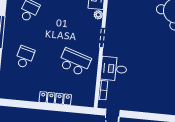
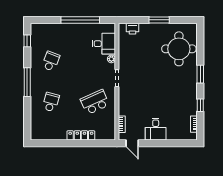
school desk: (75, 62) -> (95, 102), turned -42
desk: (114, 69) -> (156, 129), moved, turned -90

